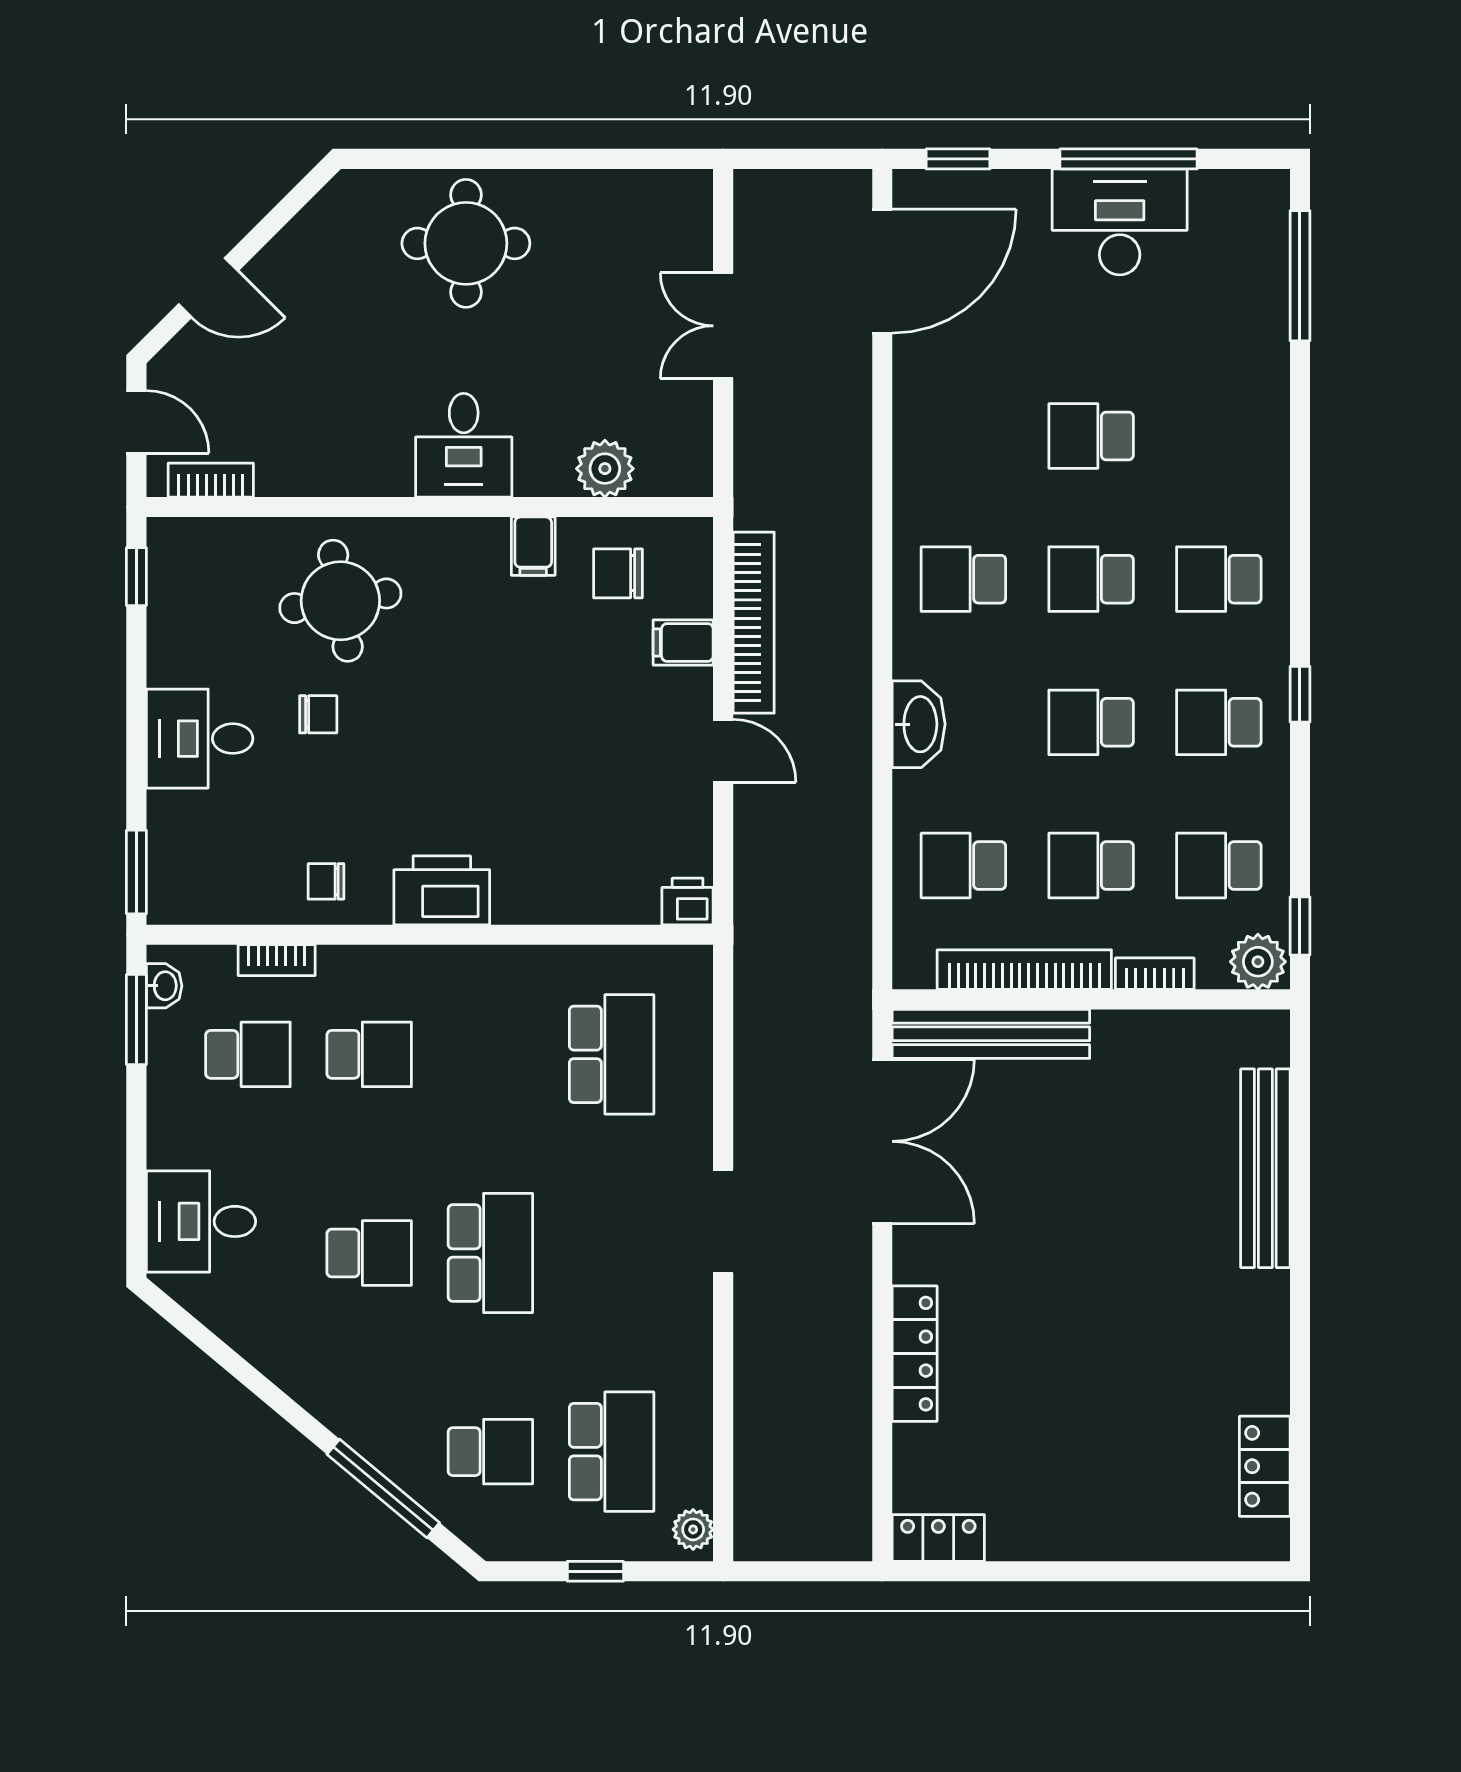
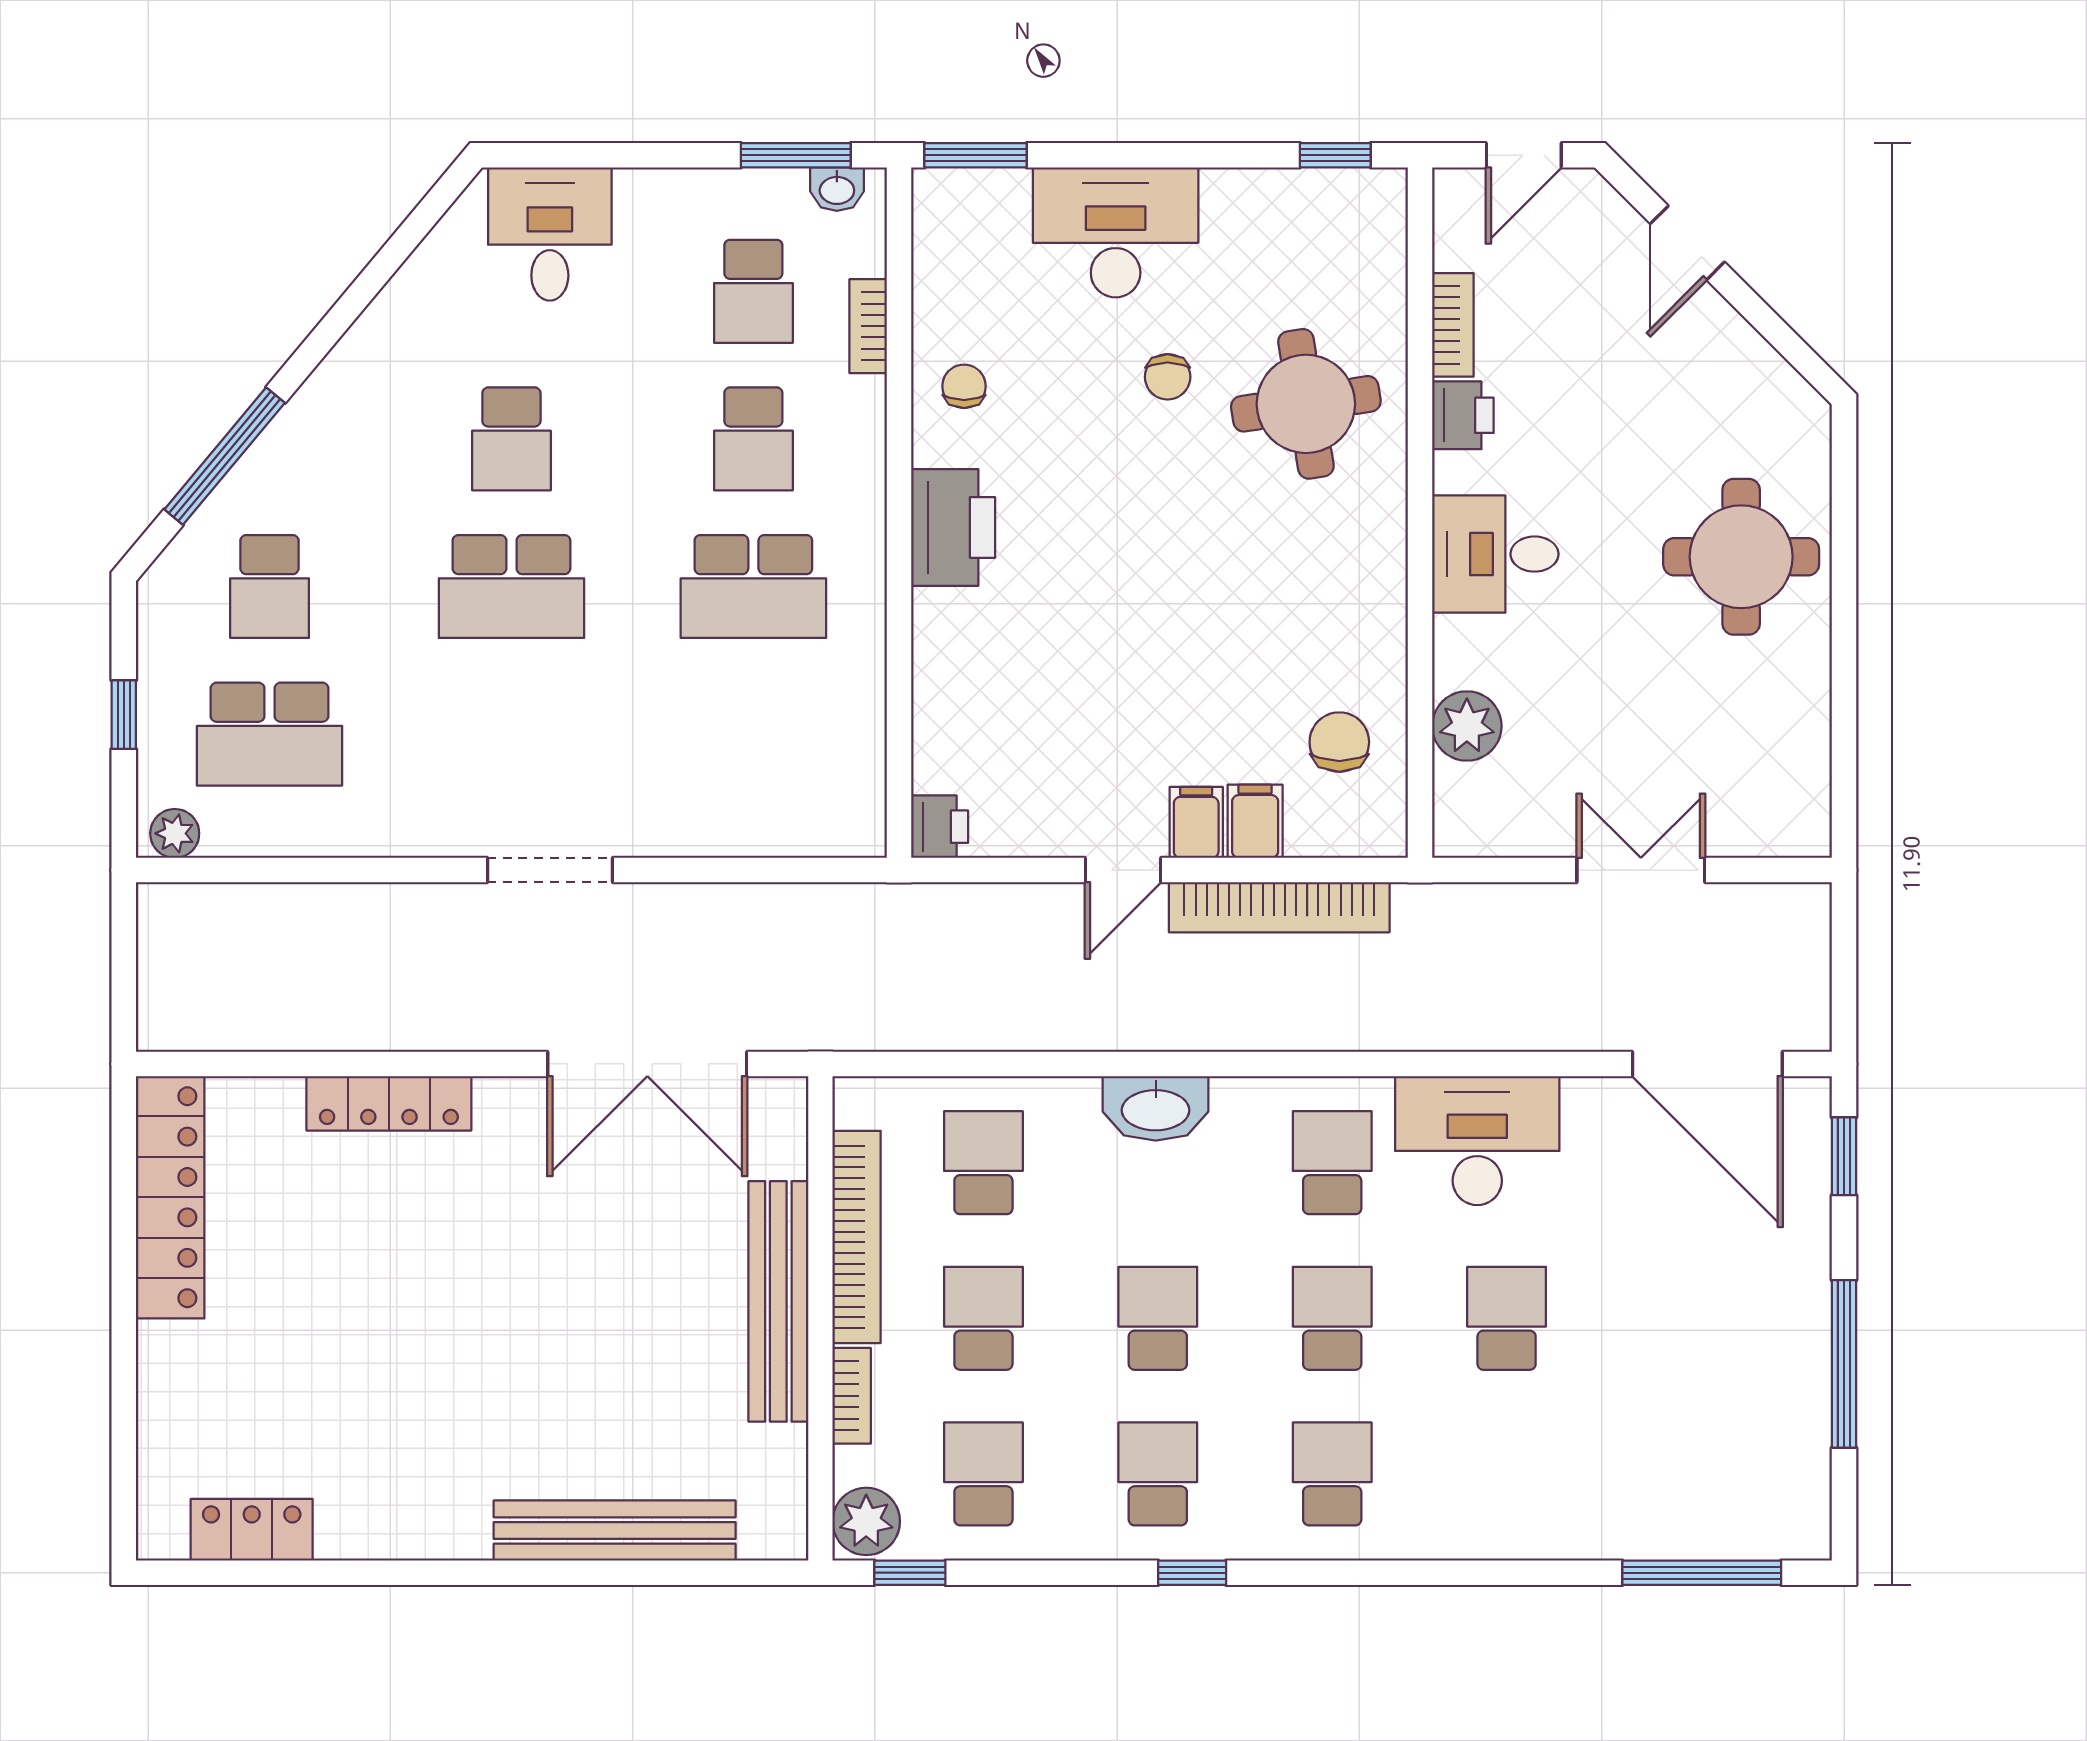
desk: (1120, 222) -> (1477, 1141), moved, turned -90
printer: (350, 472) -> (1463, 415), added
bookcase: (211, 480) -> (1453, 325), moved
filing cabinet: (533, 546) -> (1196, 822), moved, turned 90
desk: (200, 739) -> (1116, 232), width x1.37
bench: (991, 1034) -> (778, 1301), moved
school desk: (612, 1054) -> (753, 587), moved
locker: (938, 1538) -> (170, 1197), width x2.16, depth x1.21

